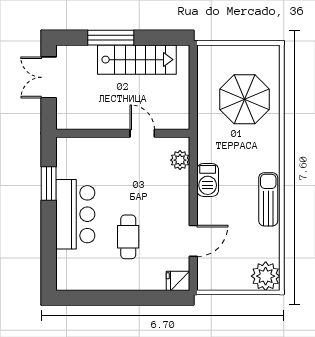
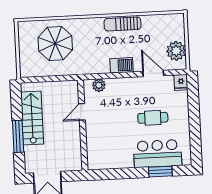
barbecue: (208, 180) -> (121, 65), moved
window: (49, 183) -> (160, 172), moved
bar counter: (75, 214) -> (158, 154), moved
plant: (266, 276) -> (176, 51), moved

